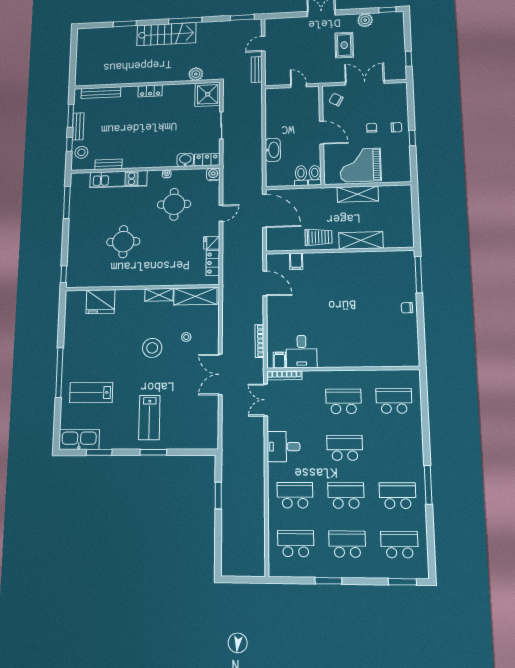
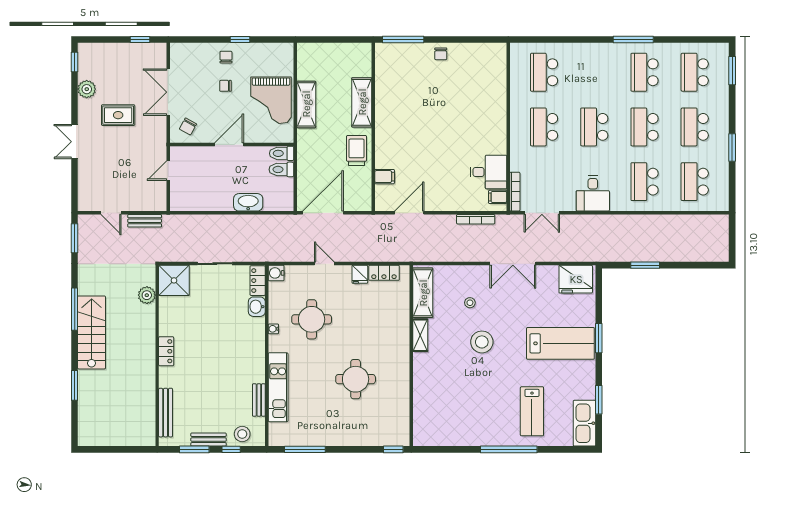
fridge: (100, 302) -> (576, 279), moved, turned 90
lab bench: (149, 418) -> (560, 343), width x1.36, depth x1.39

